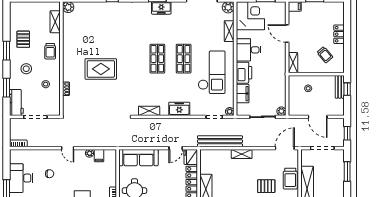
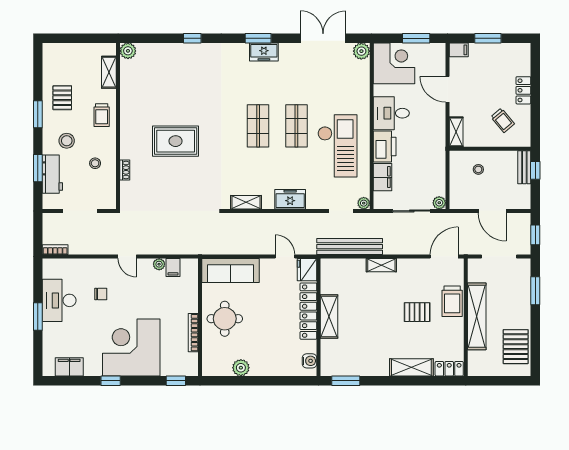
shelving: (229, 31) -> (363, 86), removed
workbench: (16, 102) -> (52, 174), moved
door: (176, 148) -> (285, 257), swing flipped

